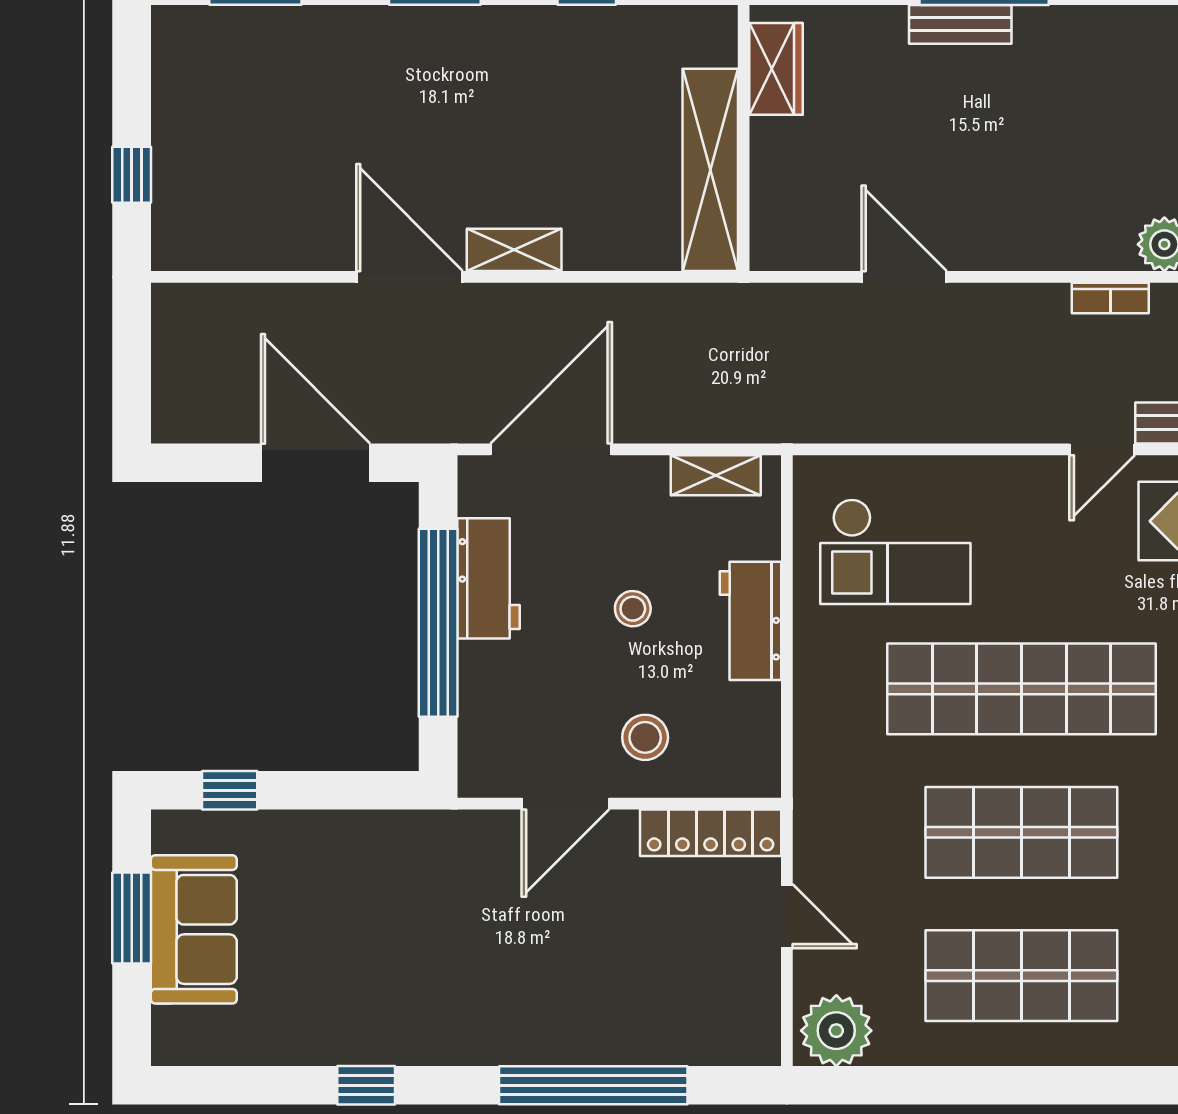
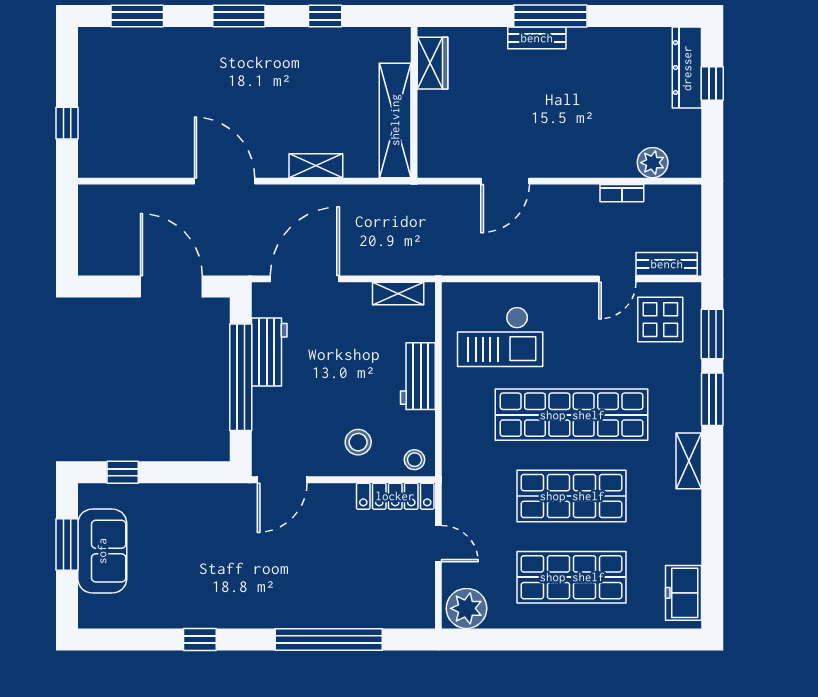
shelving: (514, 250) -> (316, 166), moved
door: (904, 277) -> (505, 181), swing flipped
stool: (633, 609) -> (414, 460), moved
door: (565, 804) -> (282, 480), moved

